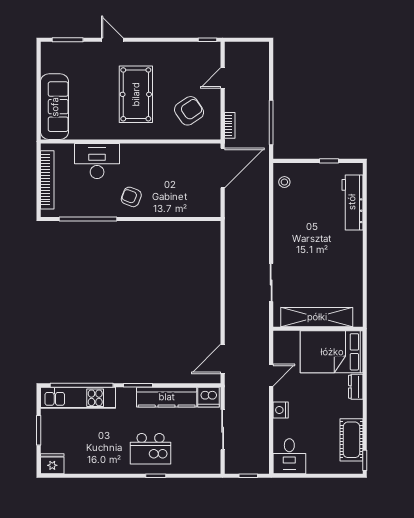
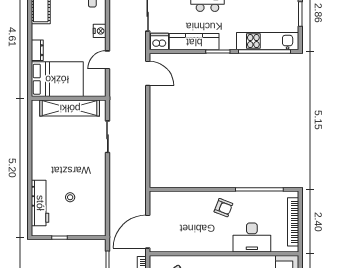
stool: (284, 182) -> (70, 197), moved
door: (223, 359) -> (148, 73), hinge flipped

